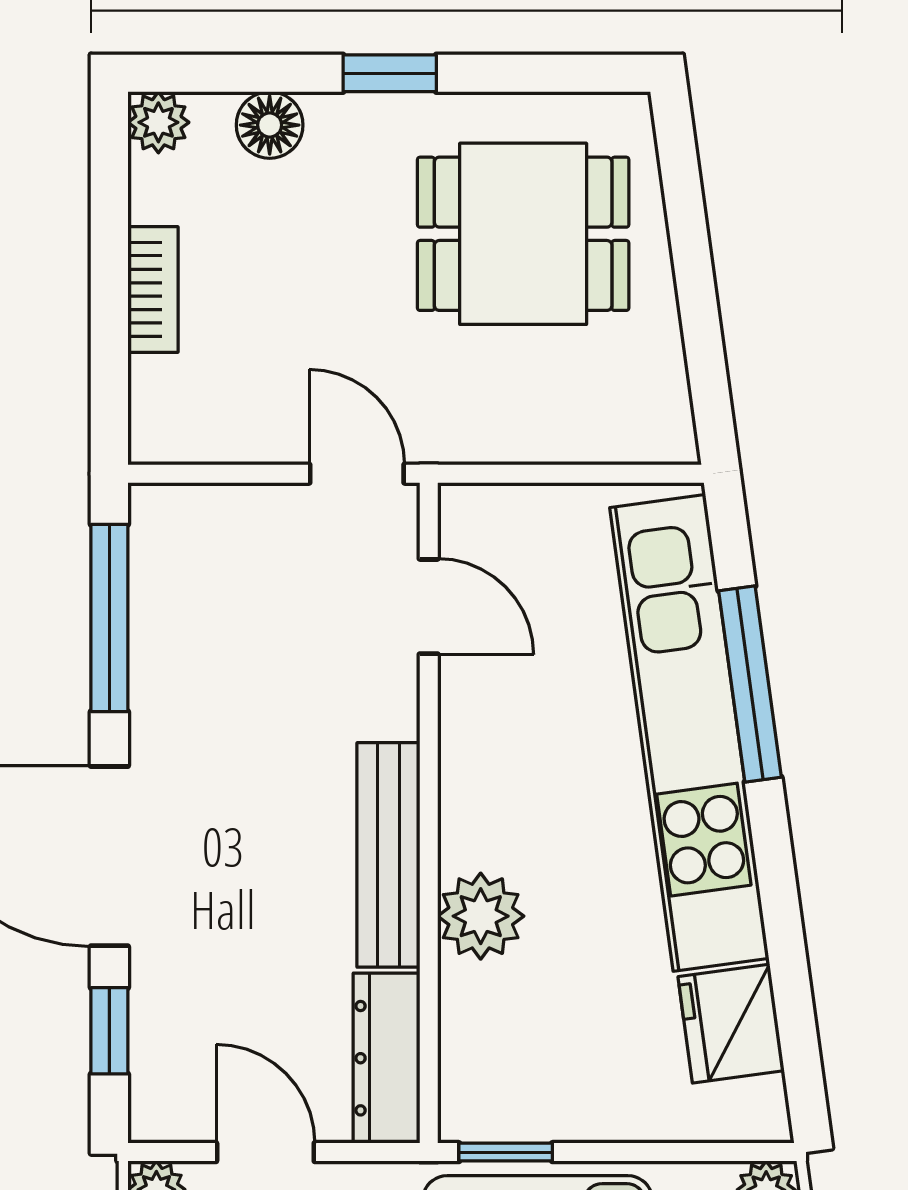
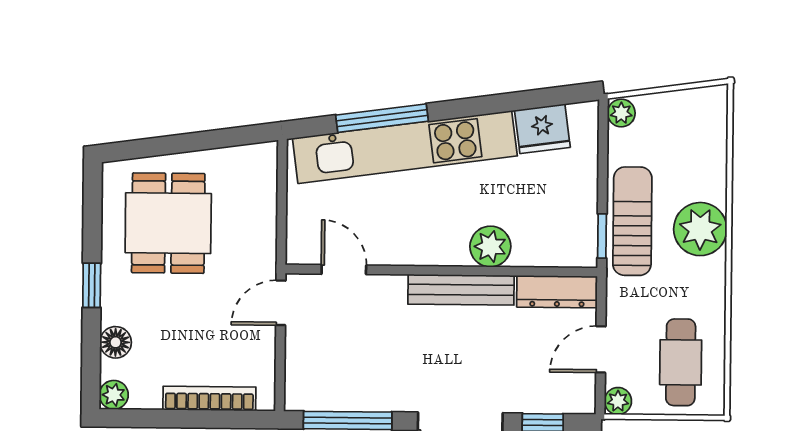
bookcase: (153, 289) -> (209, 398), width x1.56
door: (429, 607) -> (344, 270), hinge flipped

